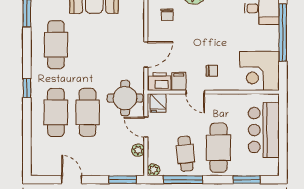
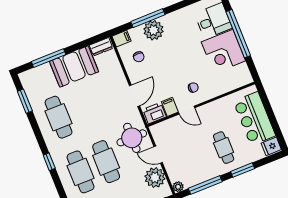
corner desk: (259, 71) -> (223, 51), moved
fridge: (158, 103) -> (271, 146), moved, turned 90
cafe table: (218, 148) -> (224, 148), width x0.73, depth x0.74
plant: (138, 150) -> (155, 178), width x1.87, depth x1.87
cafe table: (186, 154) -> (199, 163), removed
window: (247, 180) -> (243, 170), moved

